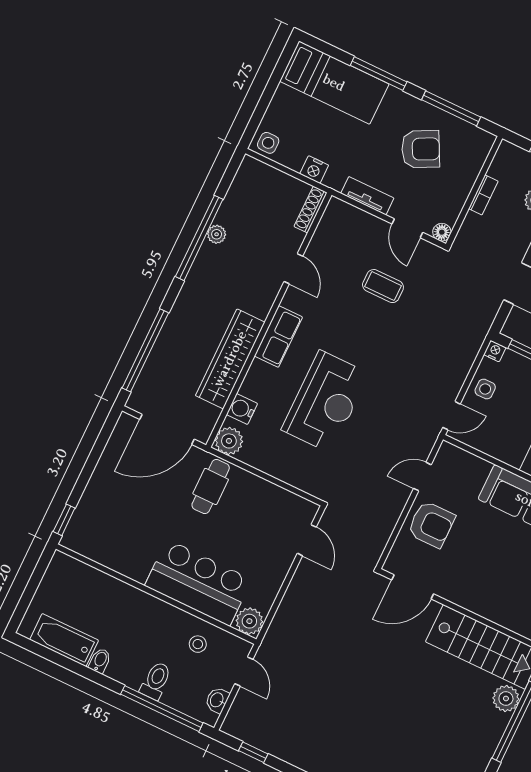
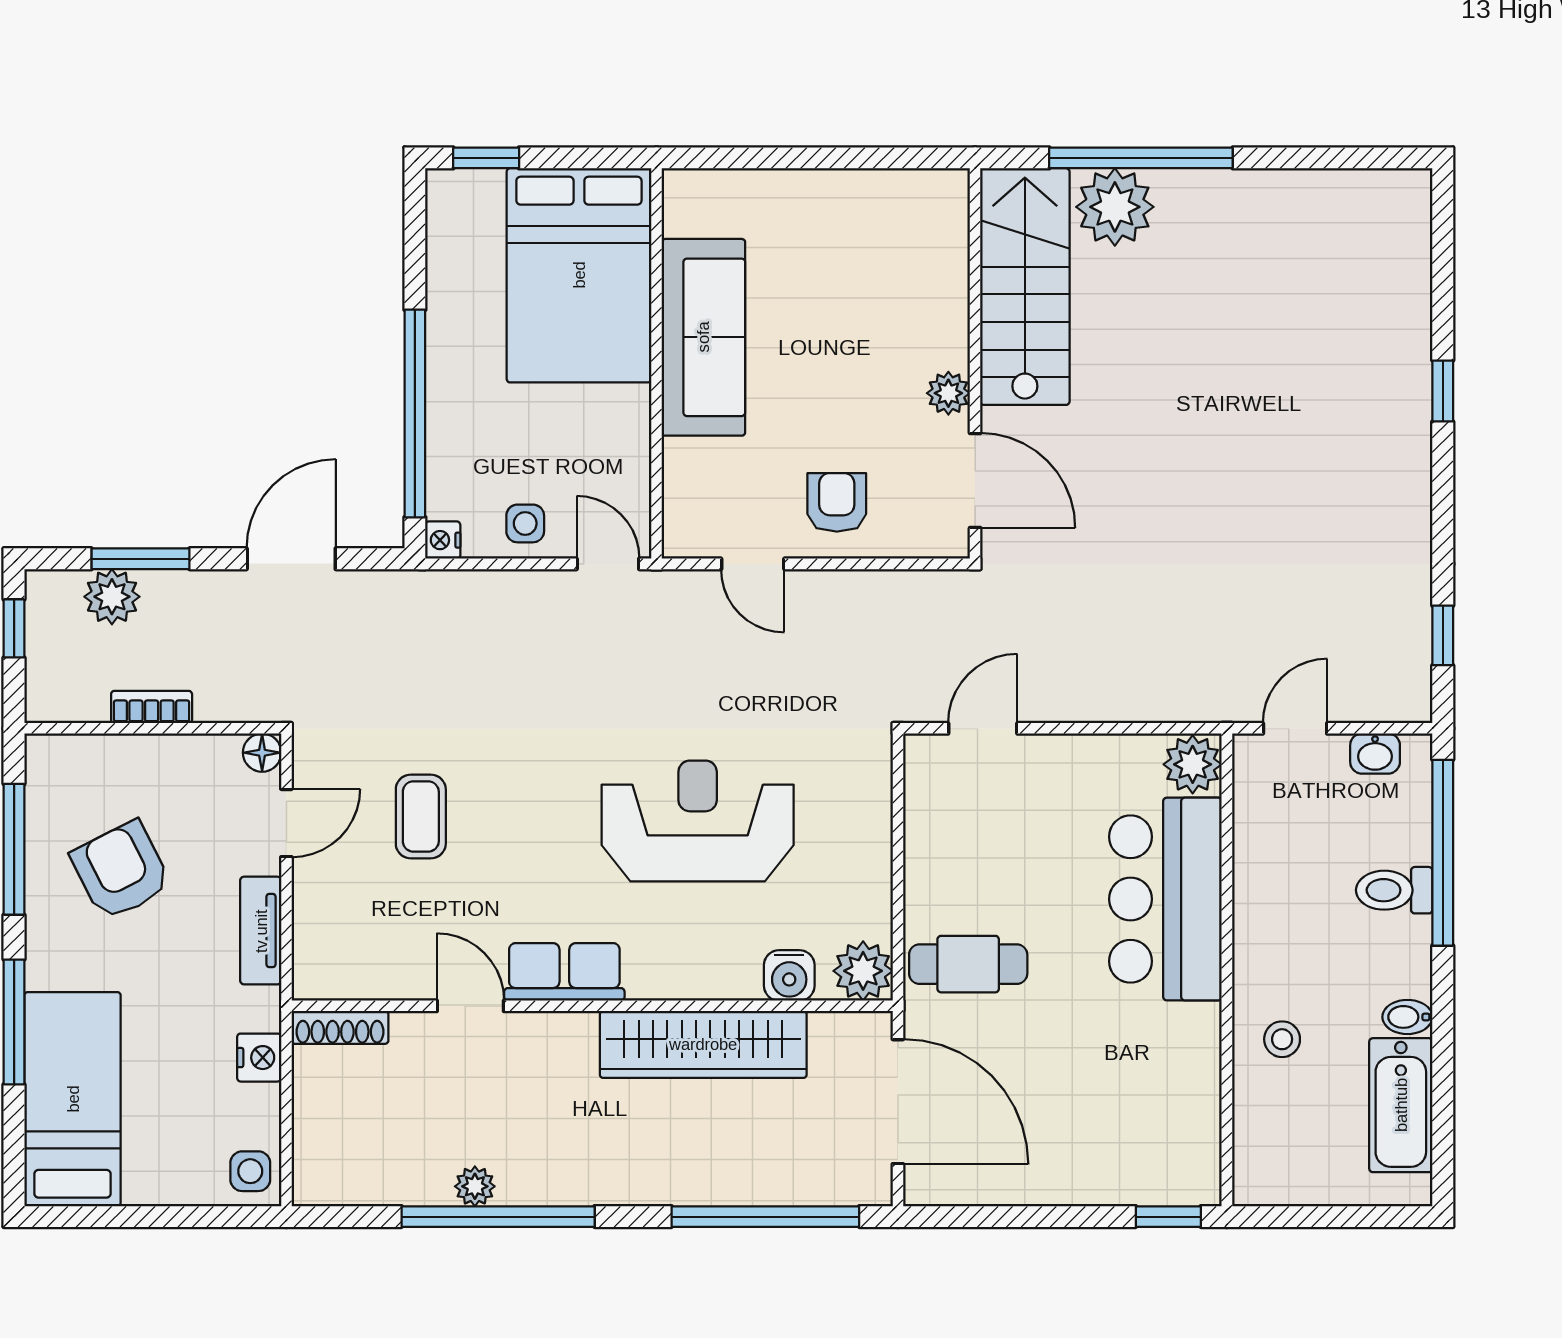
door: (293, 269) -> (470, 1006), hinge flipped
row of seats: (278, 337) -> (564, 972), moved
armchair: (431, 524) -> (837, 502), width x0.72, depth x0.72
plant: (455, 593) -> (948, 393), added
stool: (198, 644) -> (1282, 1039), moved
plant: (506, 699) -> (1115, 207), width x1.36, depth x1.36

